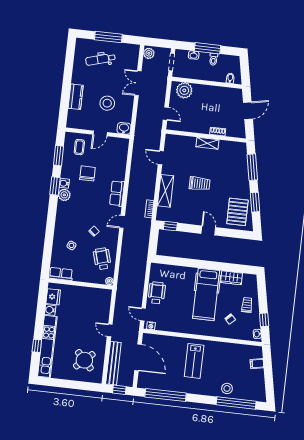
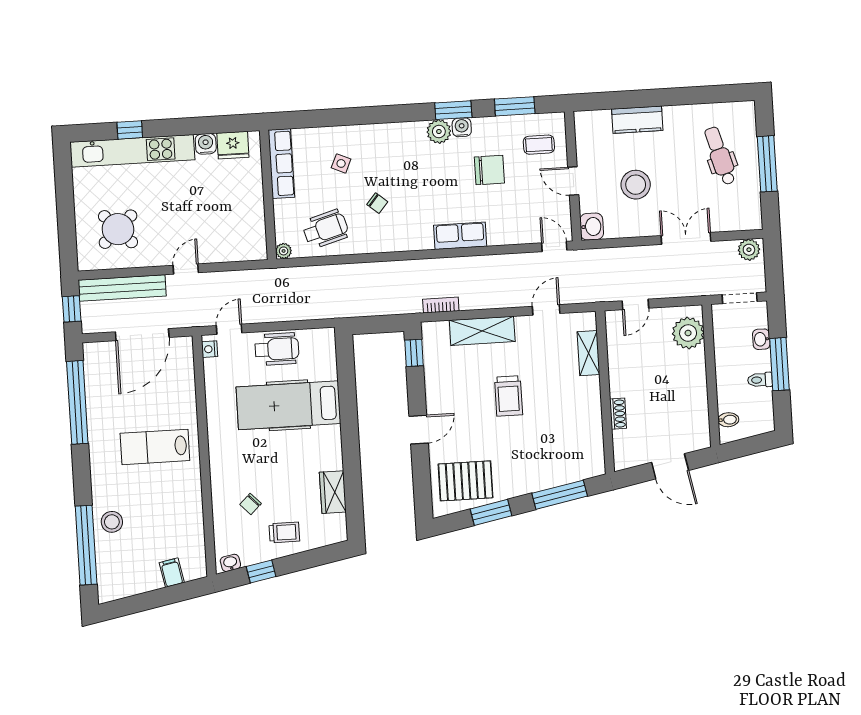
shelving: (207, 143) -> (588, 353), moved
door: (122, 222) -> (554, 246), moved
row of seats: (61, 274) -> (281, 164), width x1.48
hospital bed: (206, 294) -> (288, 405), moved

